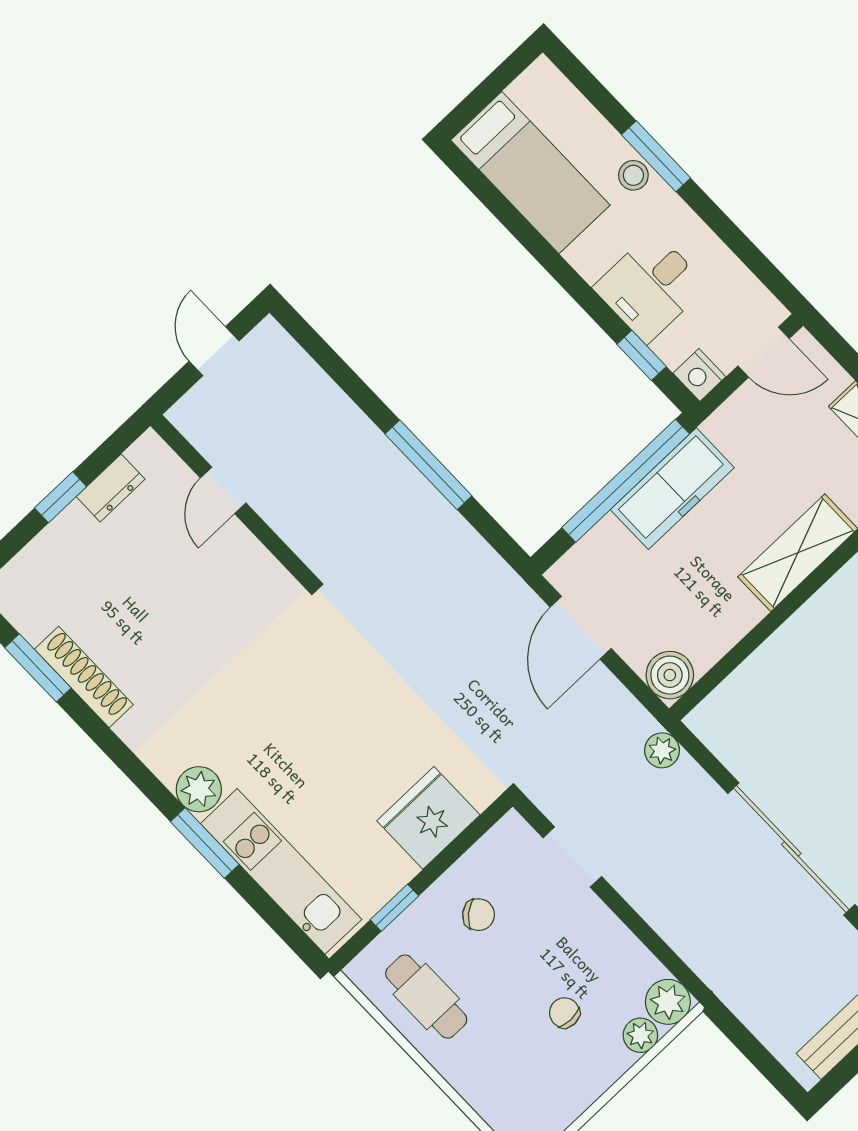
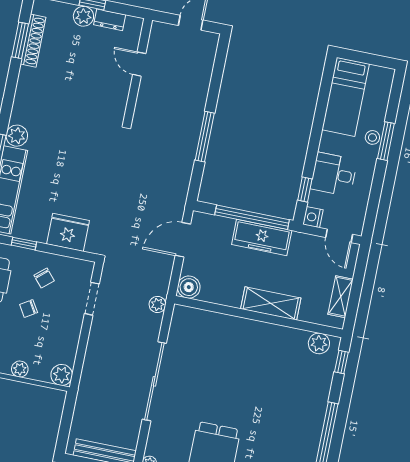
door: (223, 490) -> (139, 64), hinge flipped
plant: (73, 529) -> (83, 16), added
shoe rack: (84, 677) -> (33, 41), moved
chair: (564, 1013) -> (29, 309), moved, turned -122
plant: (640, 1035) -> (20, 369), moved

